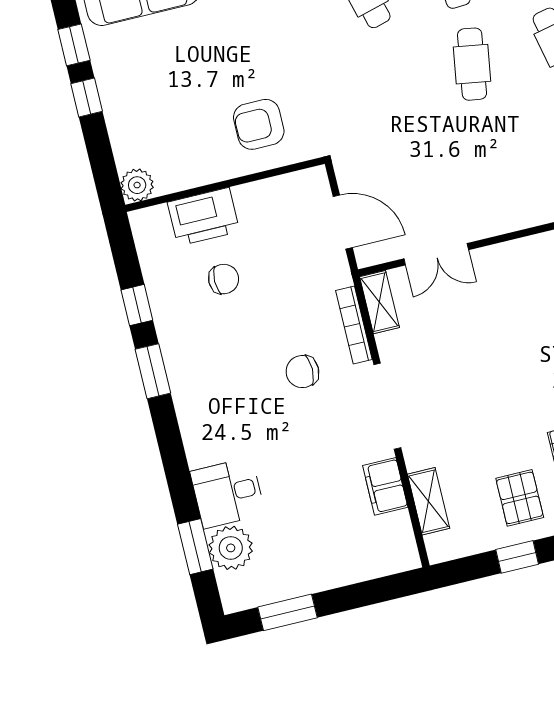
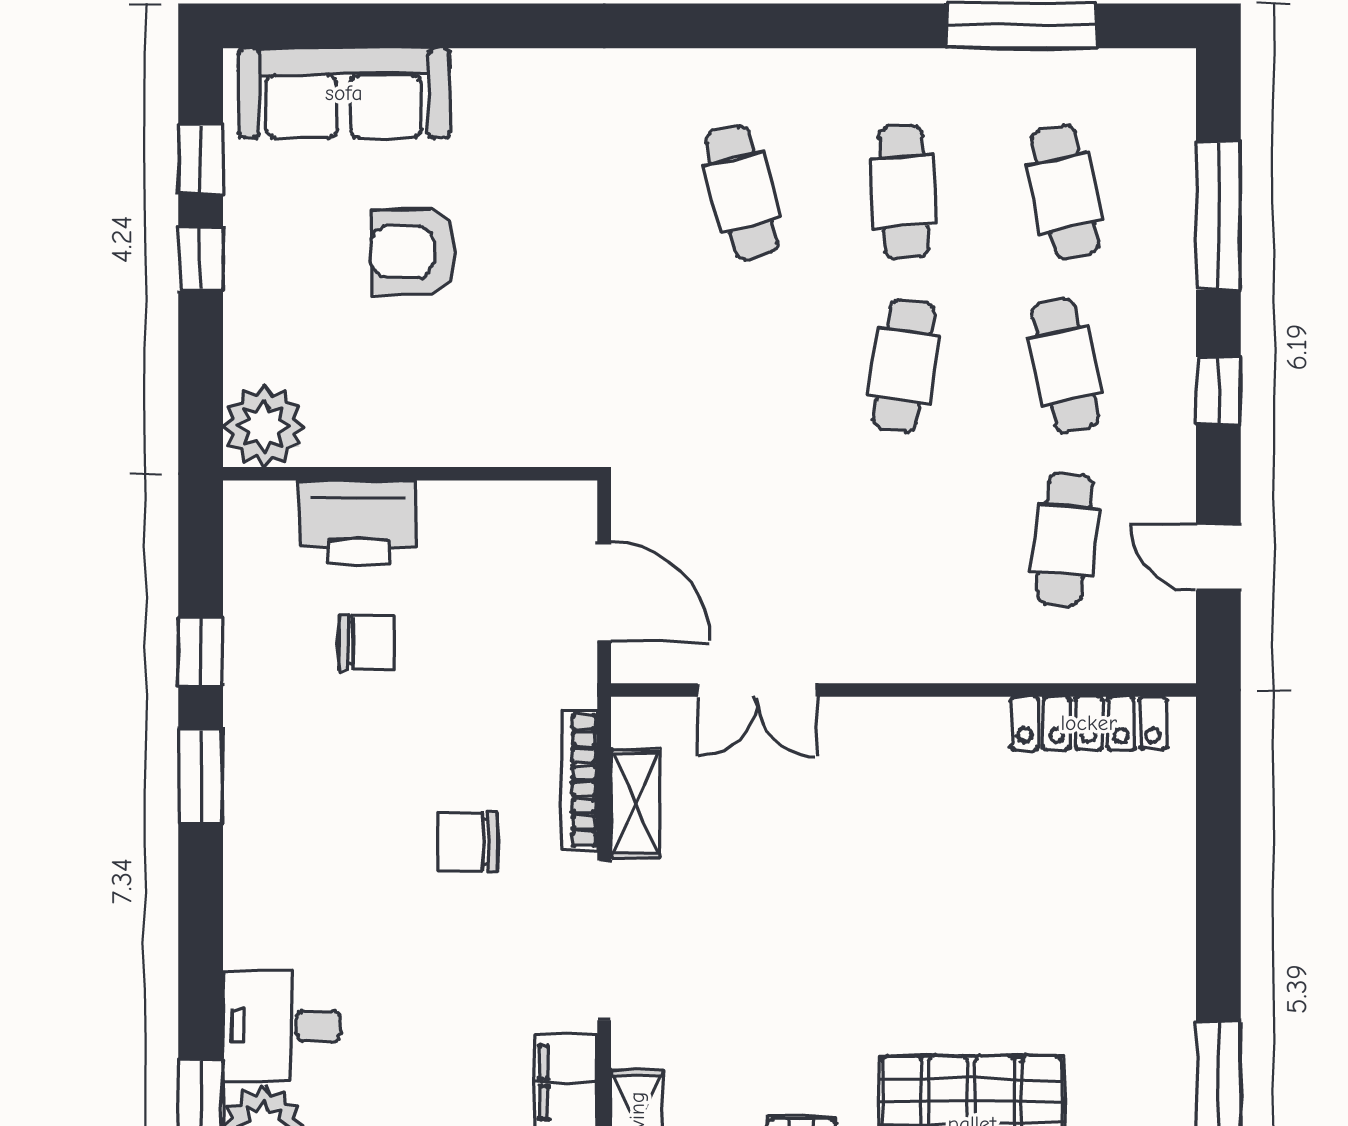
armchair: (259, 124) -> (414, 252), moved
plant: (137, 185) -> (264, 426), width x1.36, depth x1.36
shelving: (379, 302) -> (635, 803), moved

